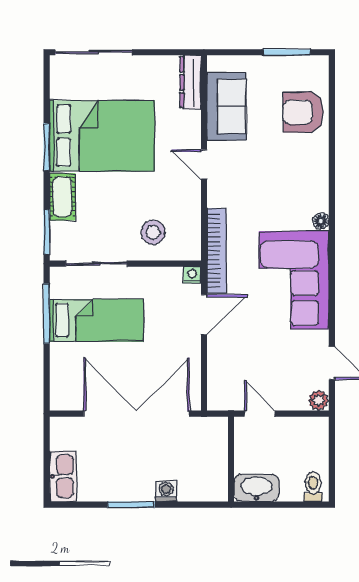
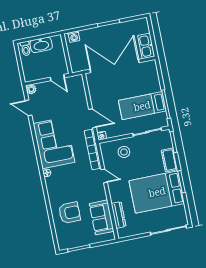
dresser: (190, 82) -> (119, 215), moved
armchair: (303, 112) -> (69, 213), moved
door: (204, 164) -> (104, 176), moved
door: (204, 315) -> (93, 118), swing flipped
double door: (137, 414) -> (115, 66), swing flipped
kitchen sink: (63, 476) -> (146, 46), moved
washbasin: (256, 488) -> (41, 45), moved
washing machine: (166, 491) -> (74, 37), moved

